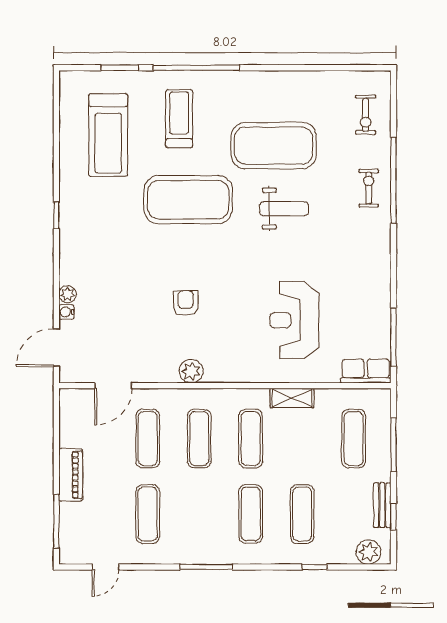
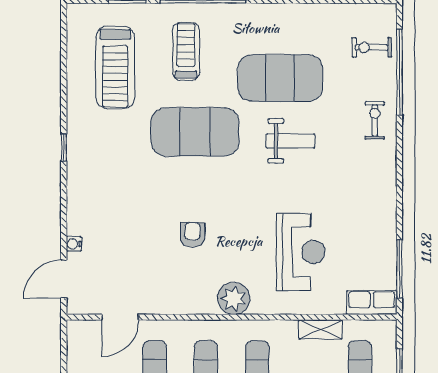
exercise bike: (366, 115) -> (372, 47), turned 90
window: (393, 180) -> (399, 72), moved
plant: (68, 294) -> (75, 226), removed
reception desk: (294, 320) -> (301, 252), turned 180
plant: (191, 371) -> (234, 298), moved, width x1.36, depth x1.36
shelving: (292, 398) -> (321, 329), moved

